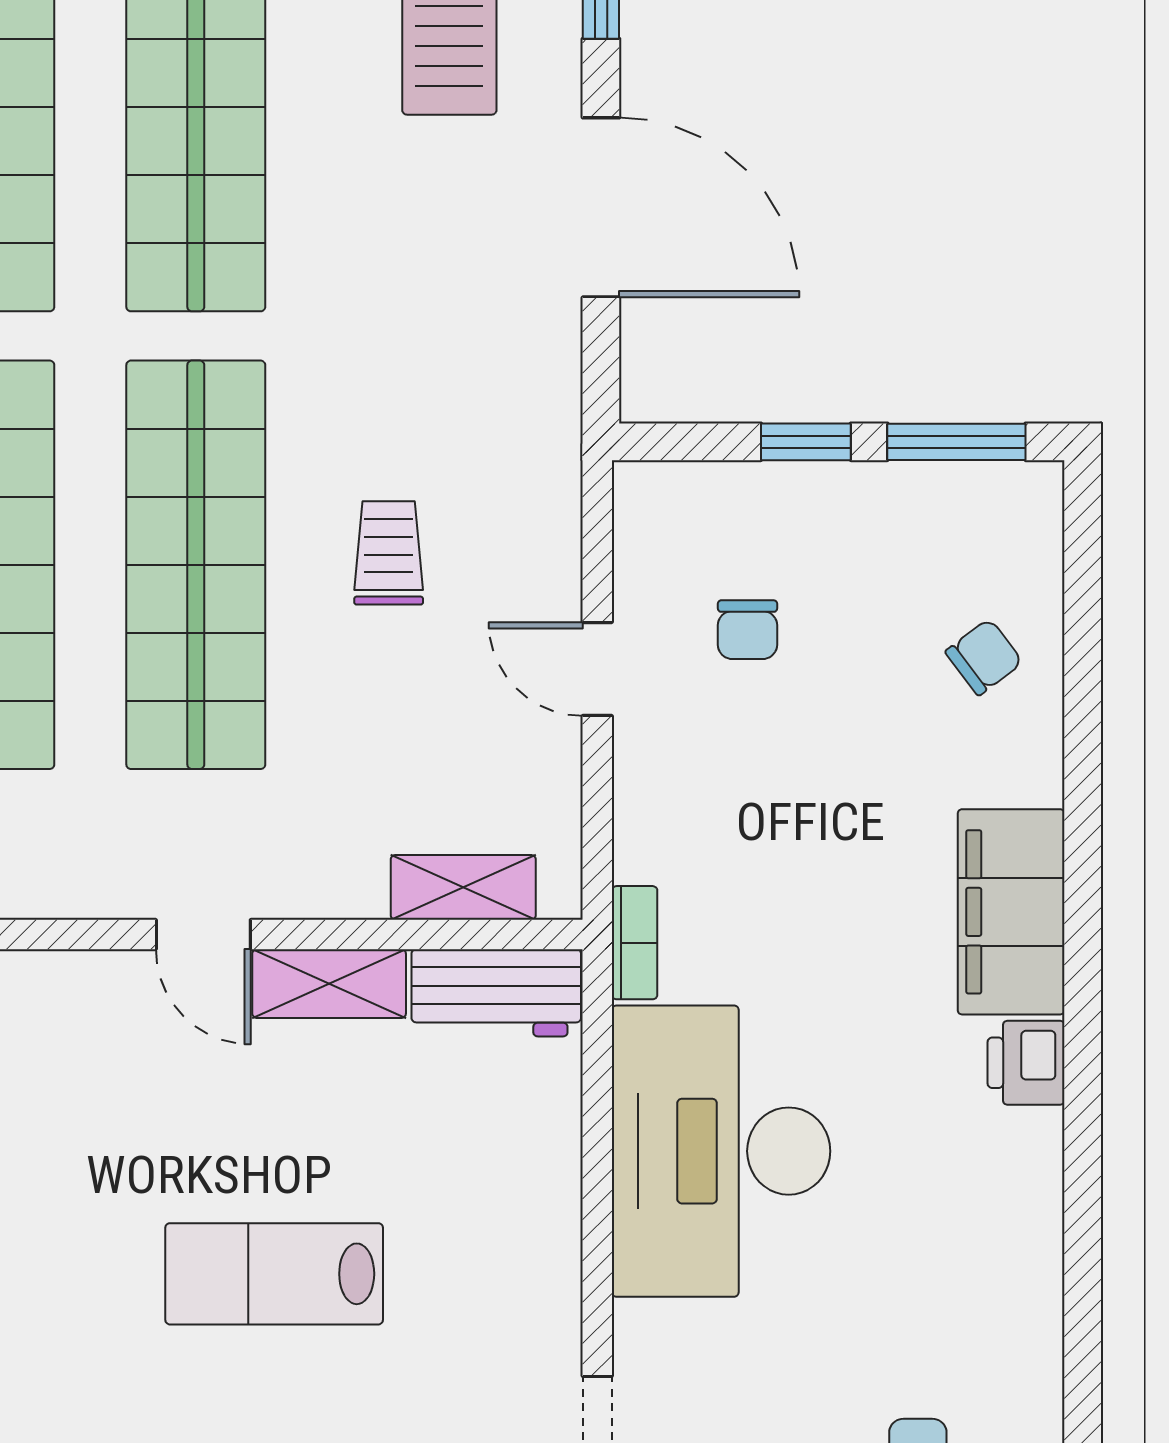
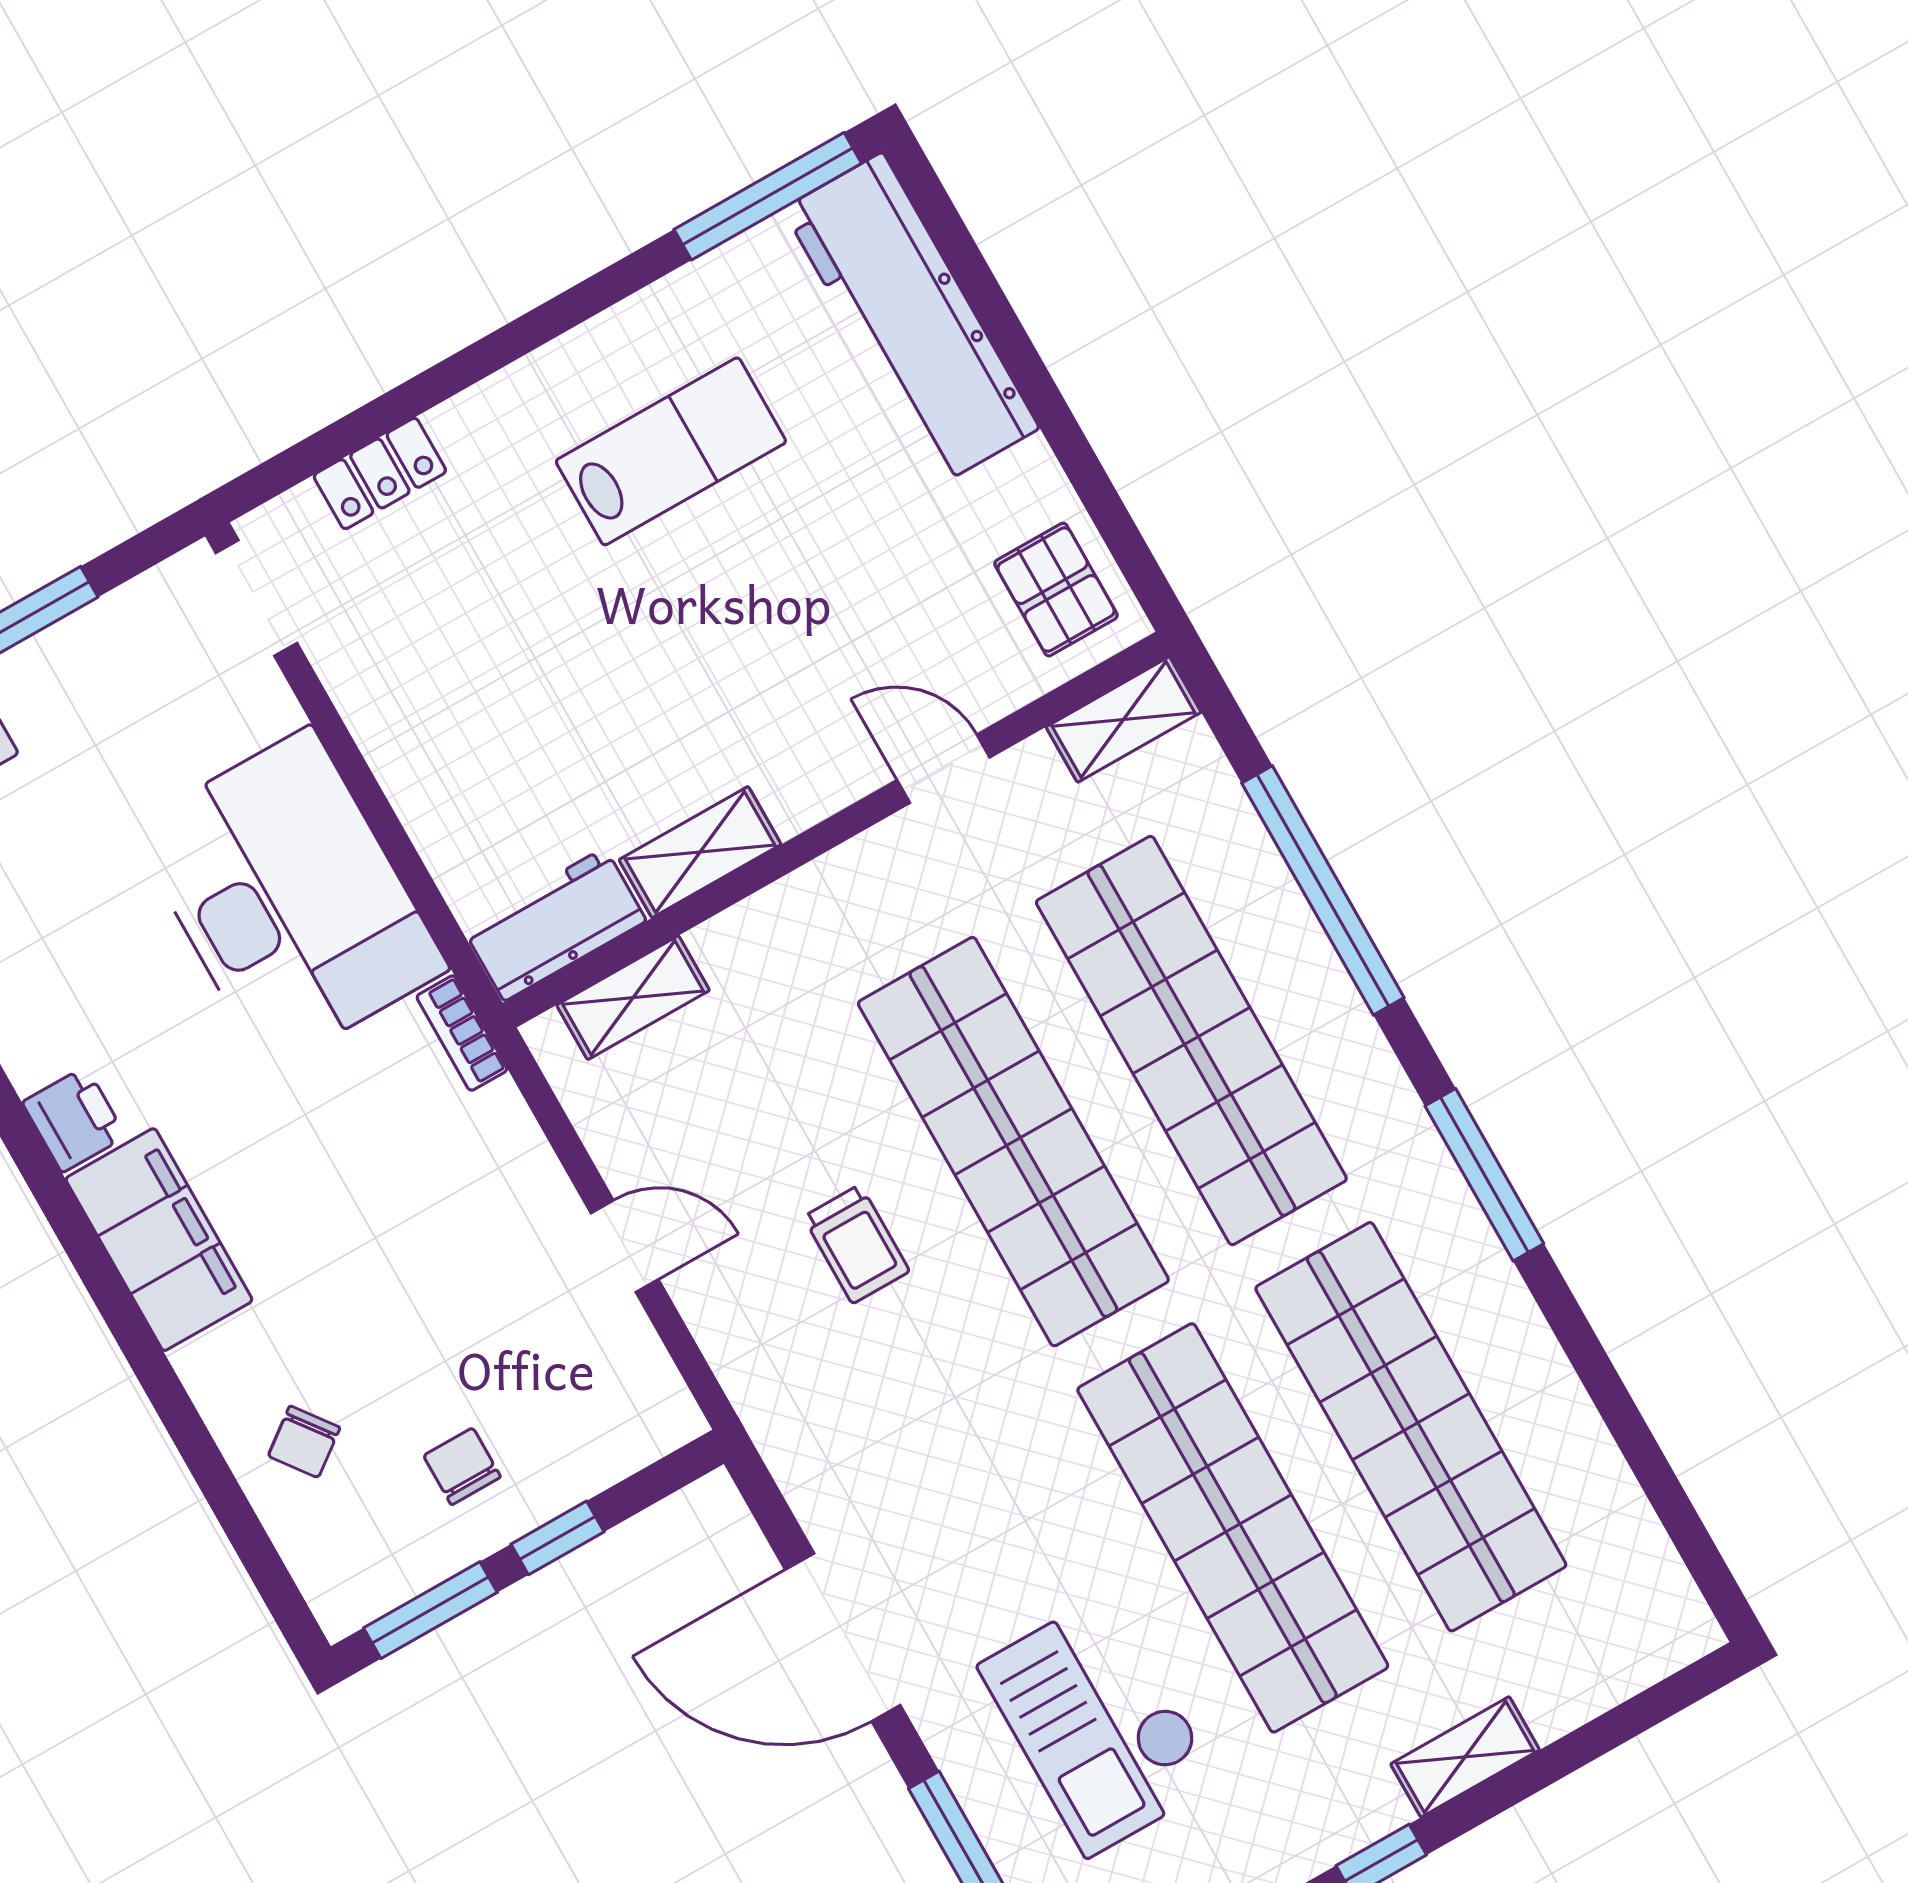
chair: (747, 630) -> (462, 1466), moved
door: (203, 935) -> (943, 769), moved
lab bench: (274, 1274) -> (671, 451), moved

